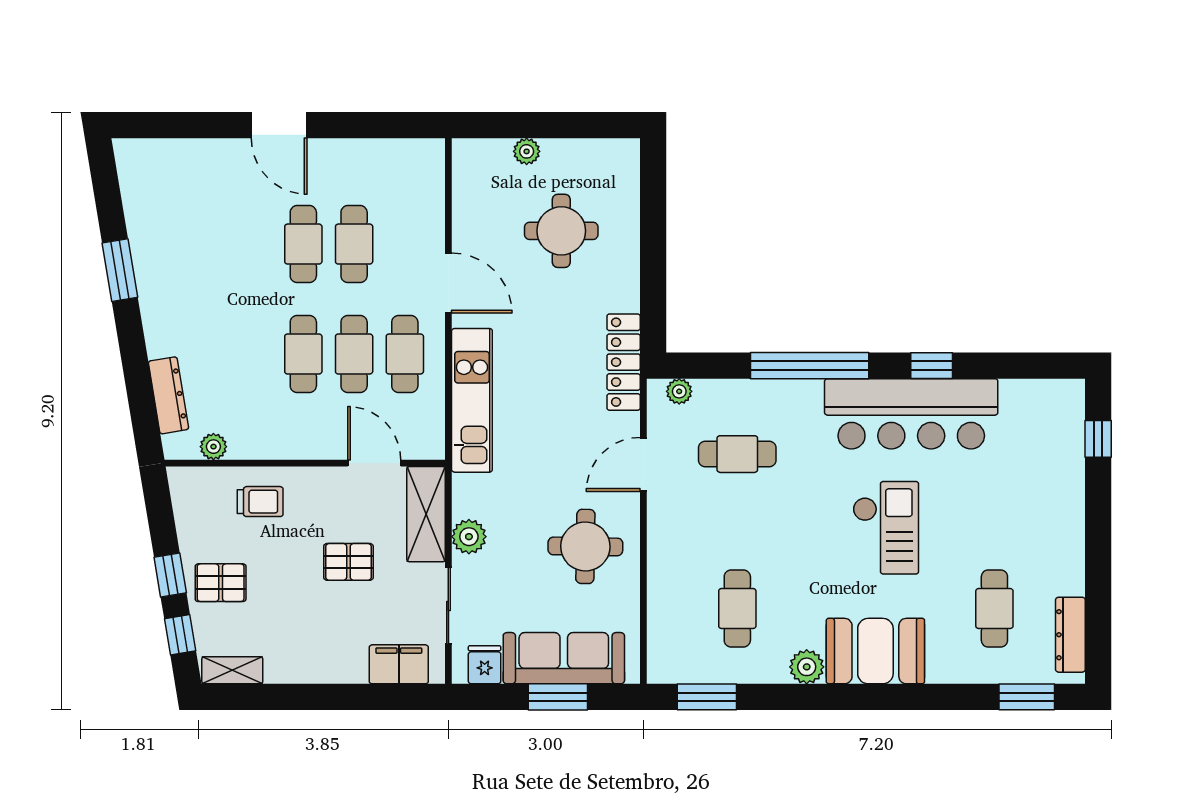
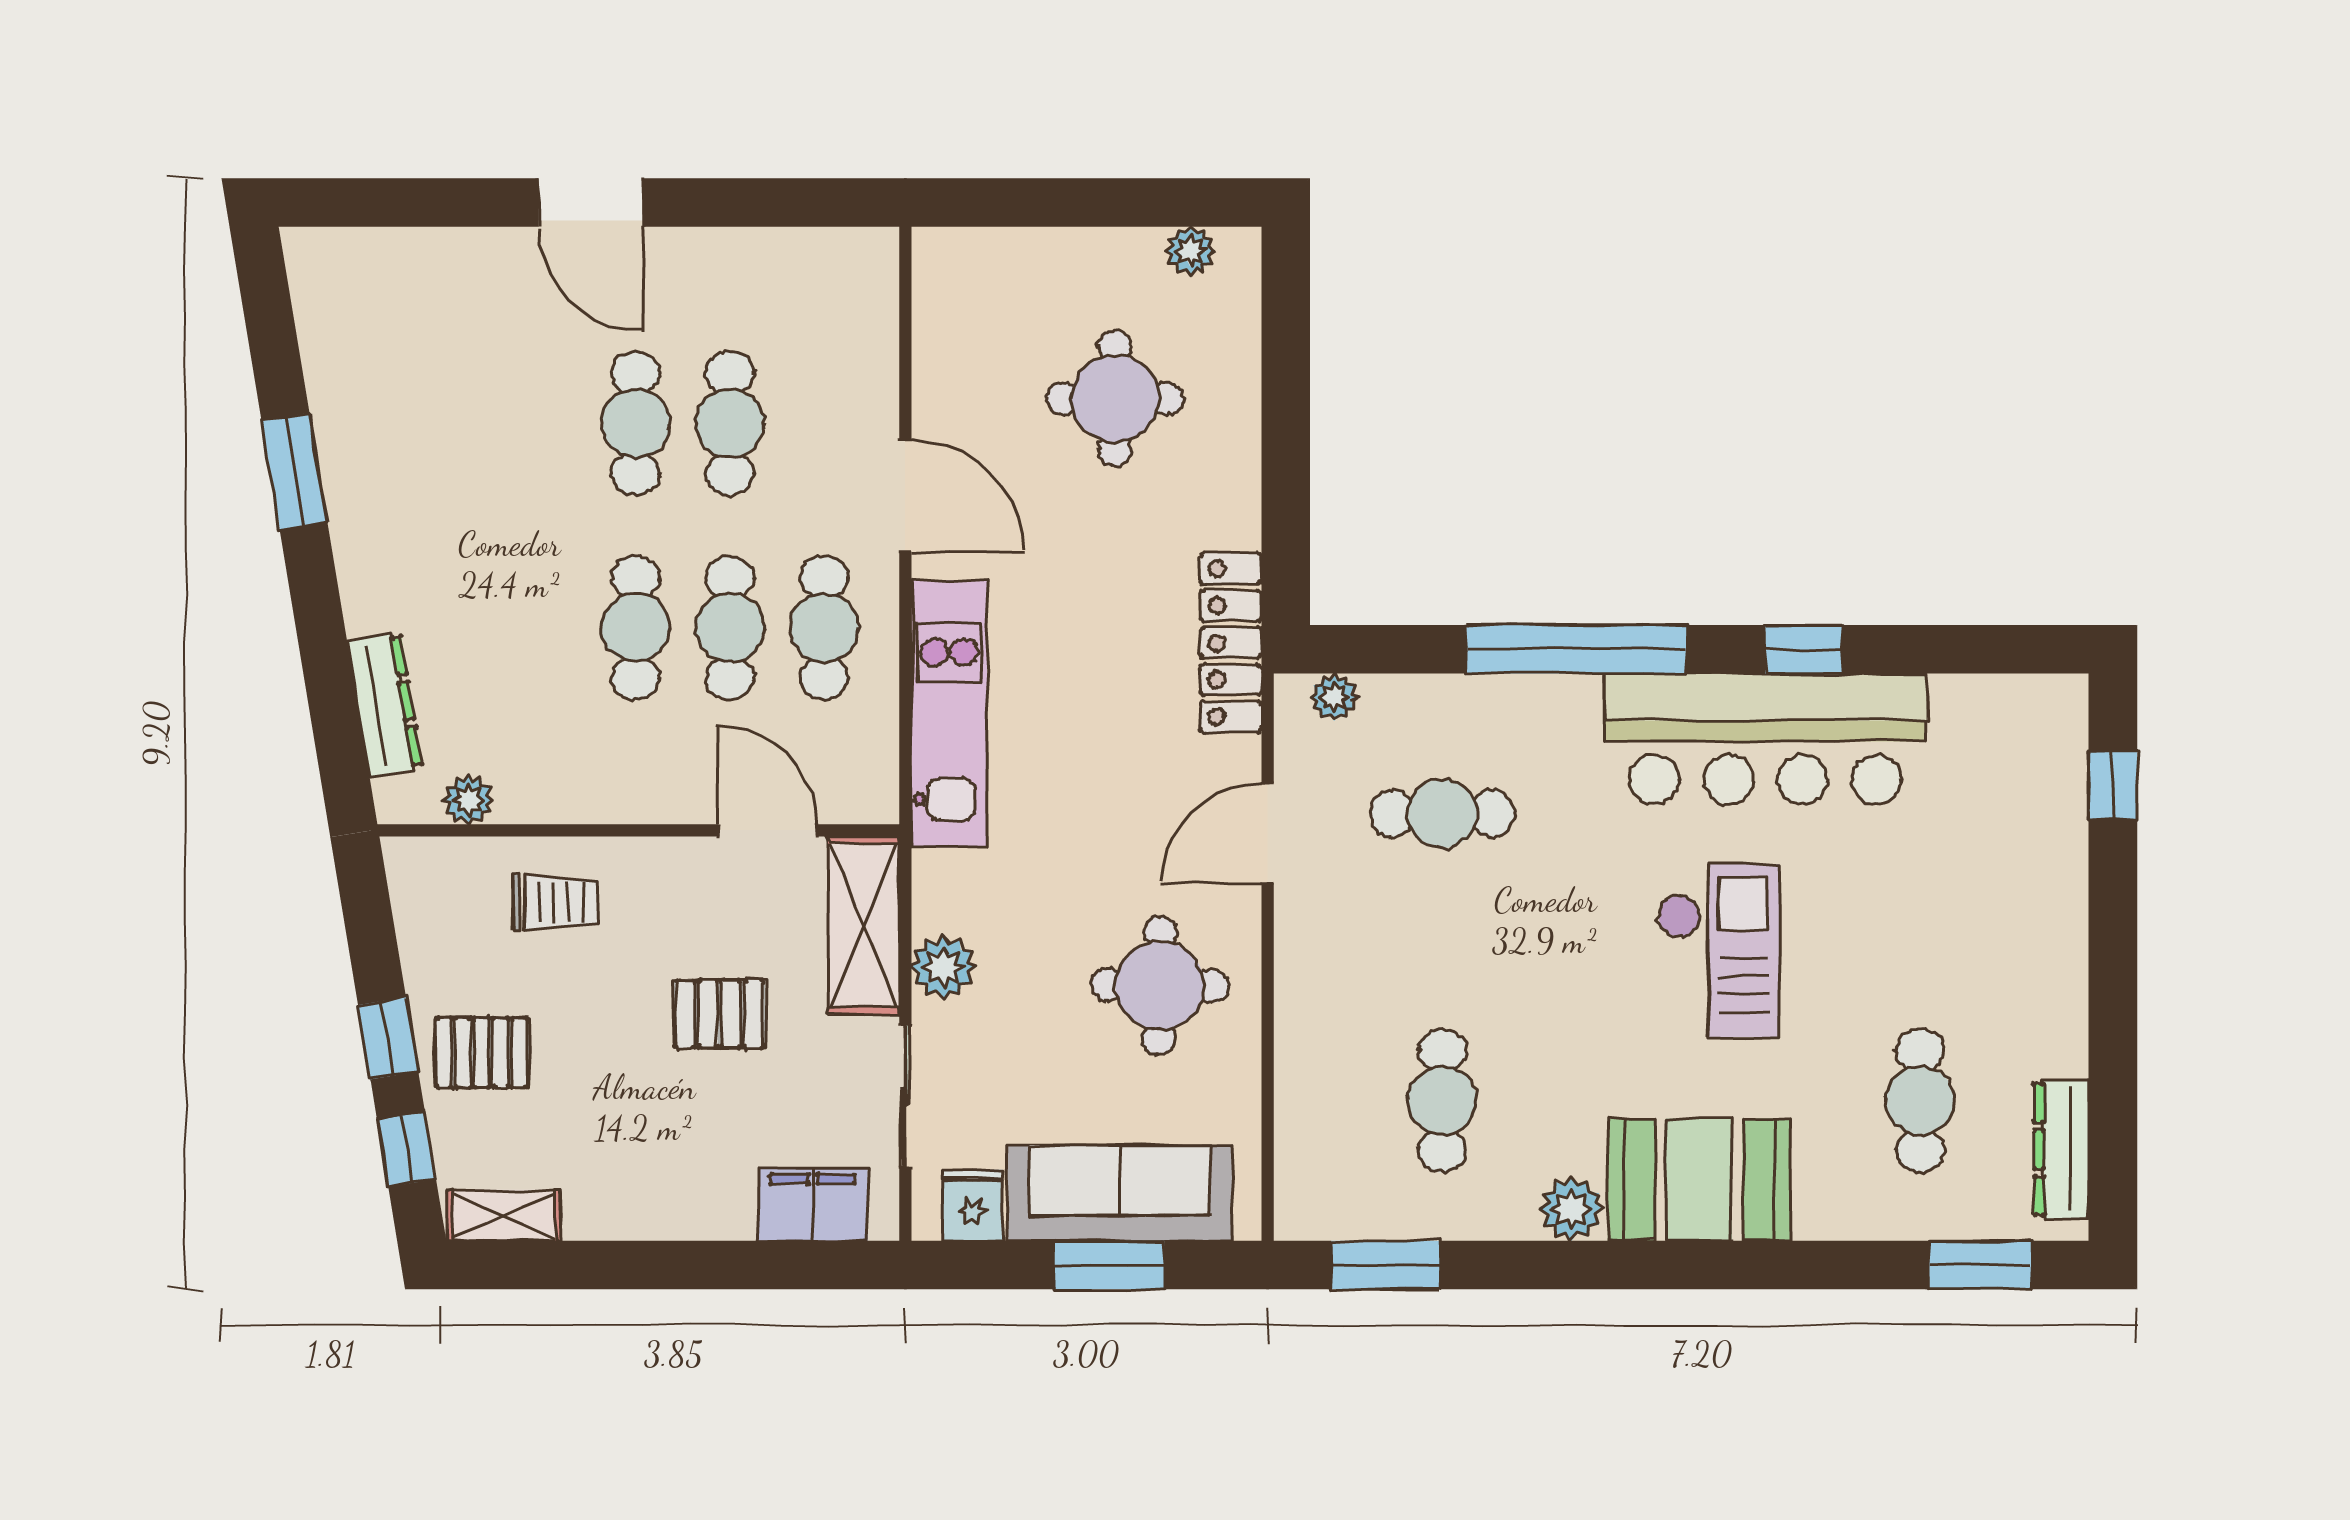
plant: (527, 151) -> (1190, 251), moved

